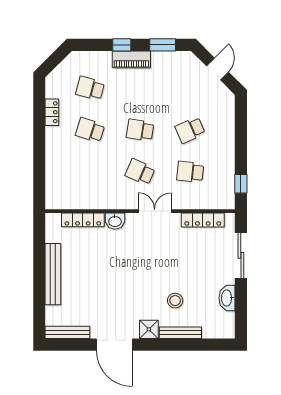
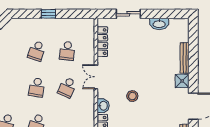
school desk: (190, 130) -> (37, 51), turned 42
window: (241, 184) -> (48, 14), moved
sliding door: (241, 255) -> (128, 14), width x0.73
stool: (175, 301) -> (132, 96), moved

